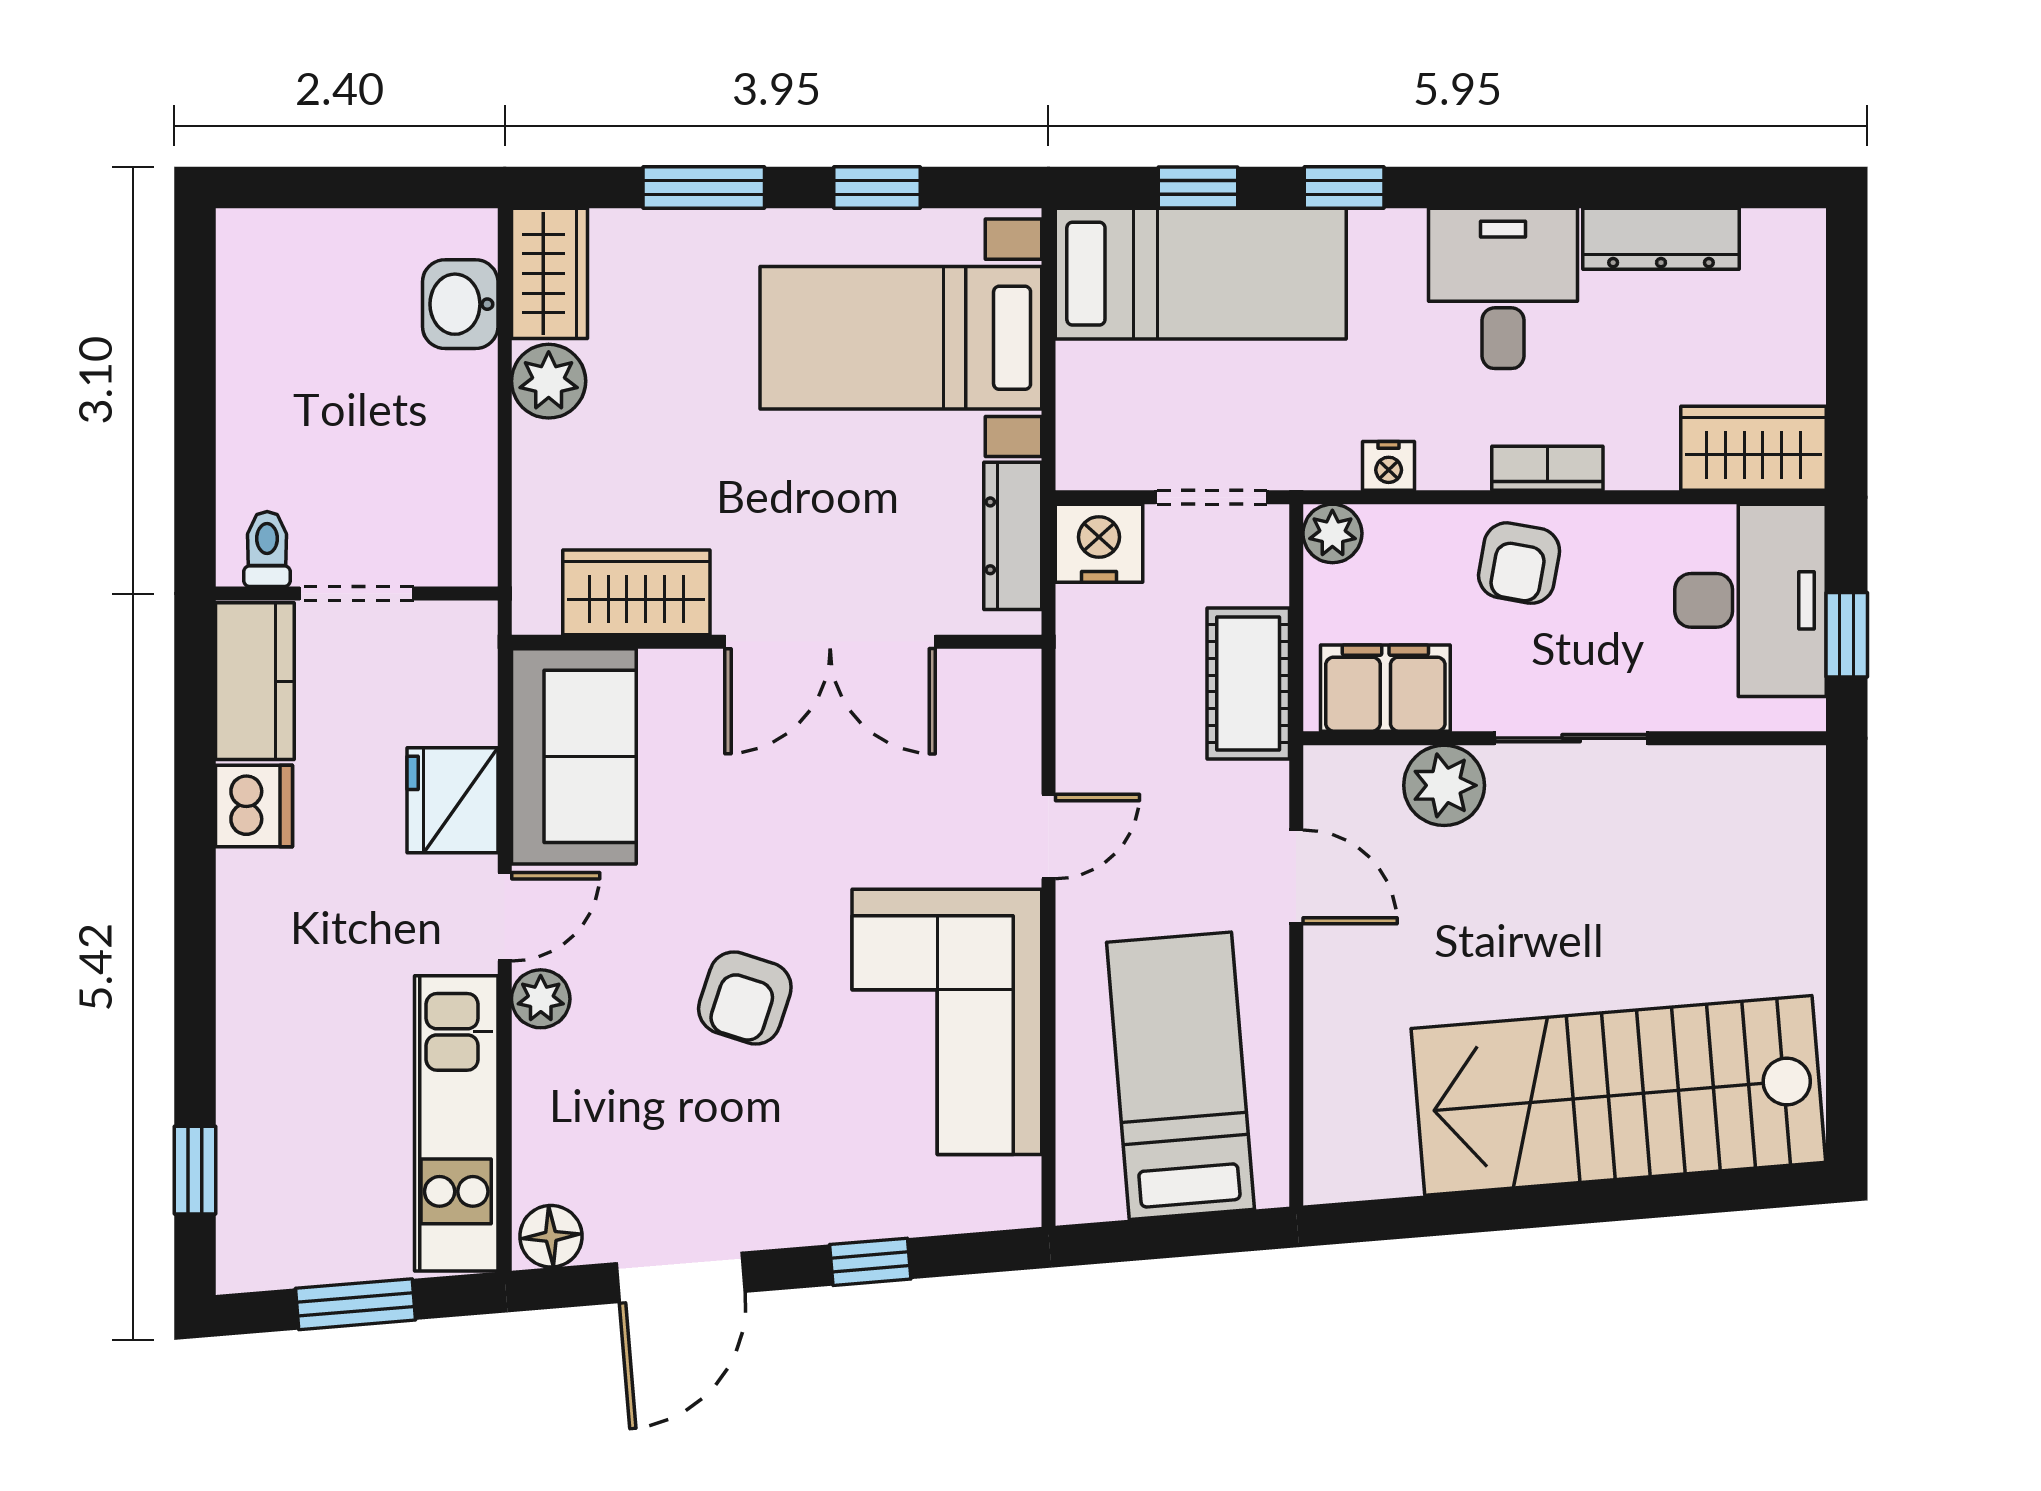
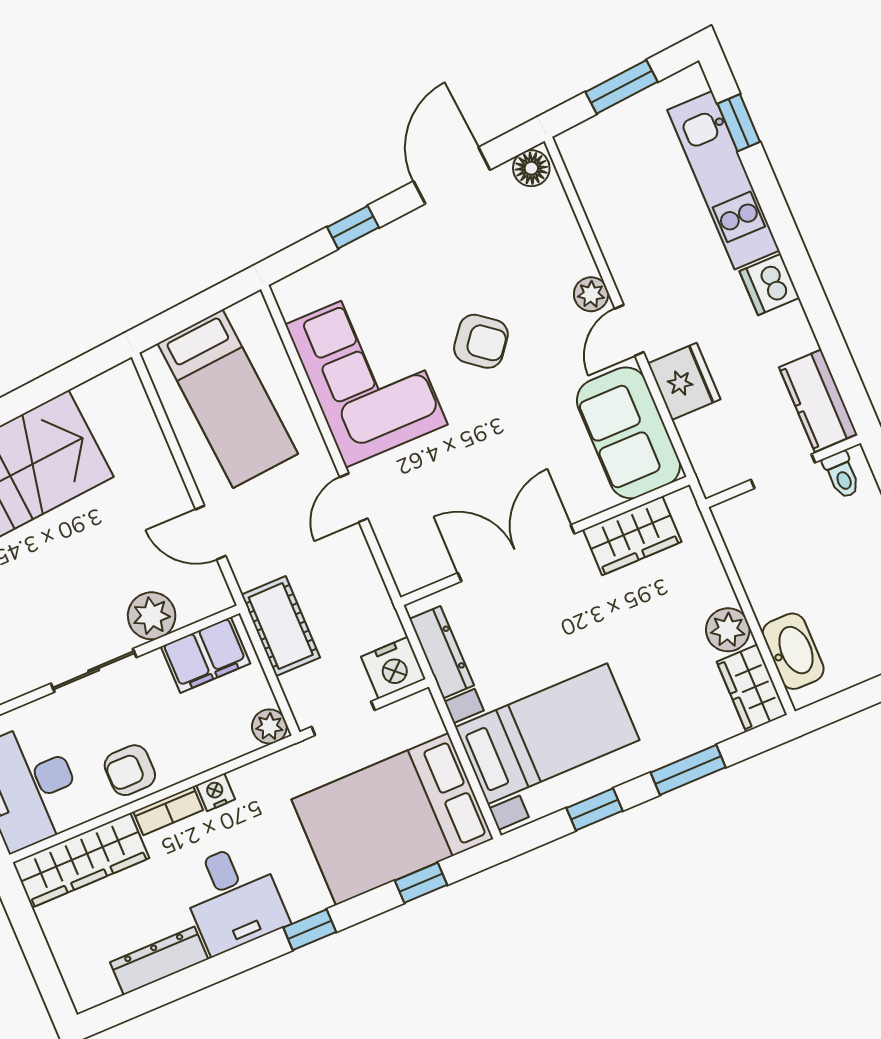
window: (1344, 188) -> (310, 930), moved
bed: (1201, 274) -> (392, 819), width x1.50
washbasin: (460, 304) -> (793, 651), width x1.38
wardrobe: (1754, 448) -> (81, 860), width x1.50
nightstand: (1389, 466) -> (216, 792), moved
armchair: (1519, 563) -> (130, 770), moved, turned -100
dishwasher: (254, 806) -> (770, 284), moved
armchair: (745, 998) -> (481, 341), turned 110
kitchen unit: (456, 1123) -> (723, 180), moved, turned 180

